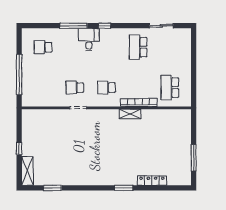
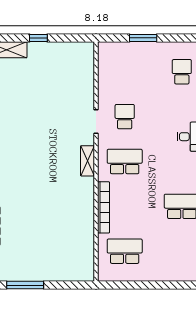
window: (19, 75) -> (143, 38), width x0.47
school desk: (106, 88) -> (125, 161), width x1.85
shelving: (130, 114) -> (87, 161), moved

